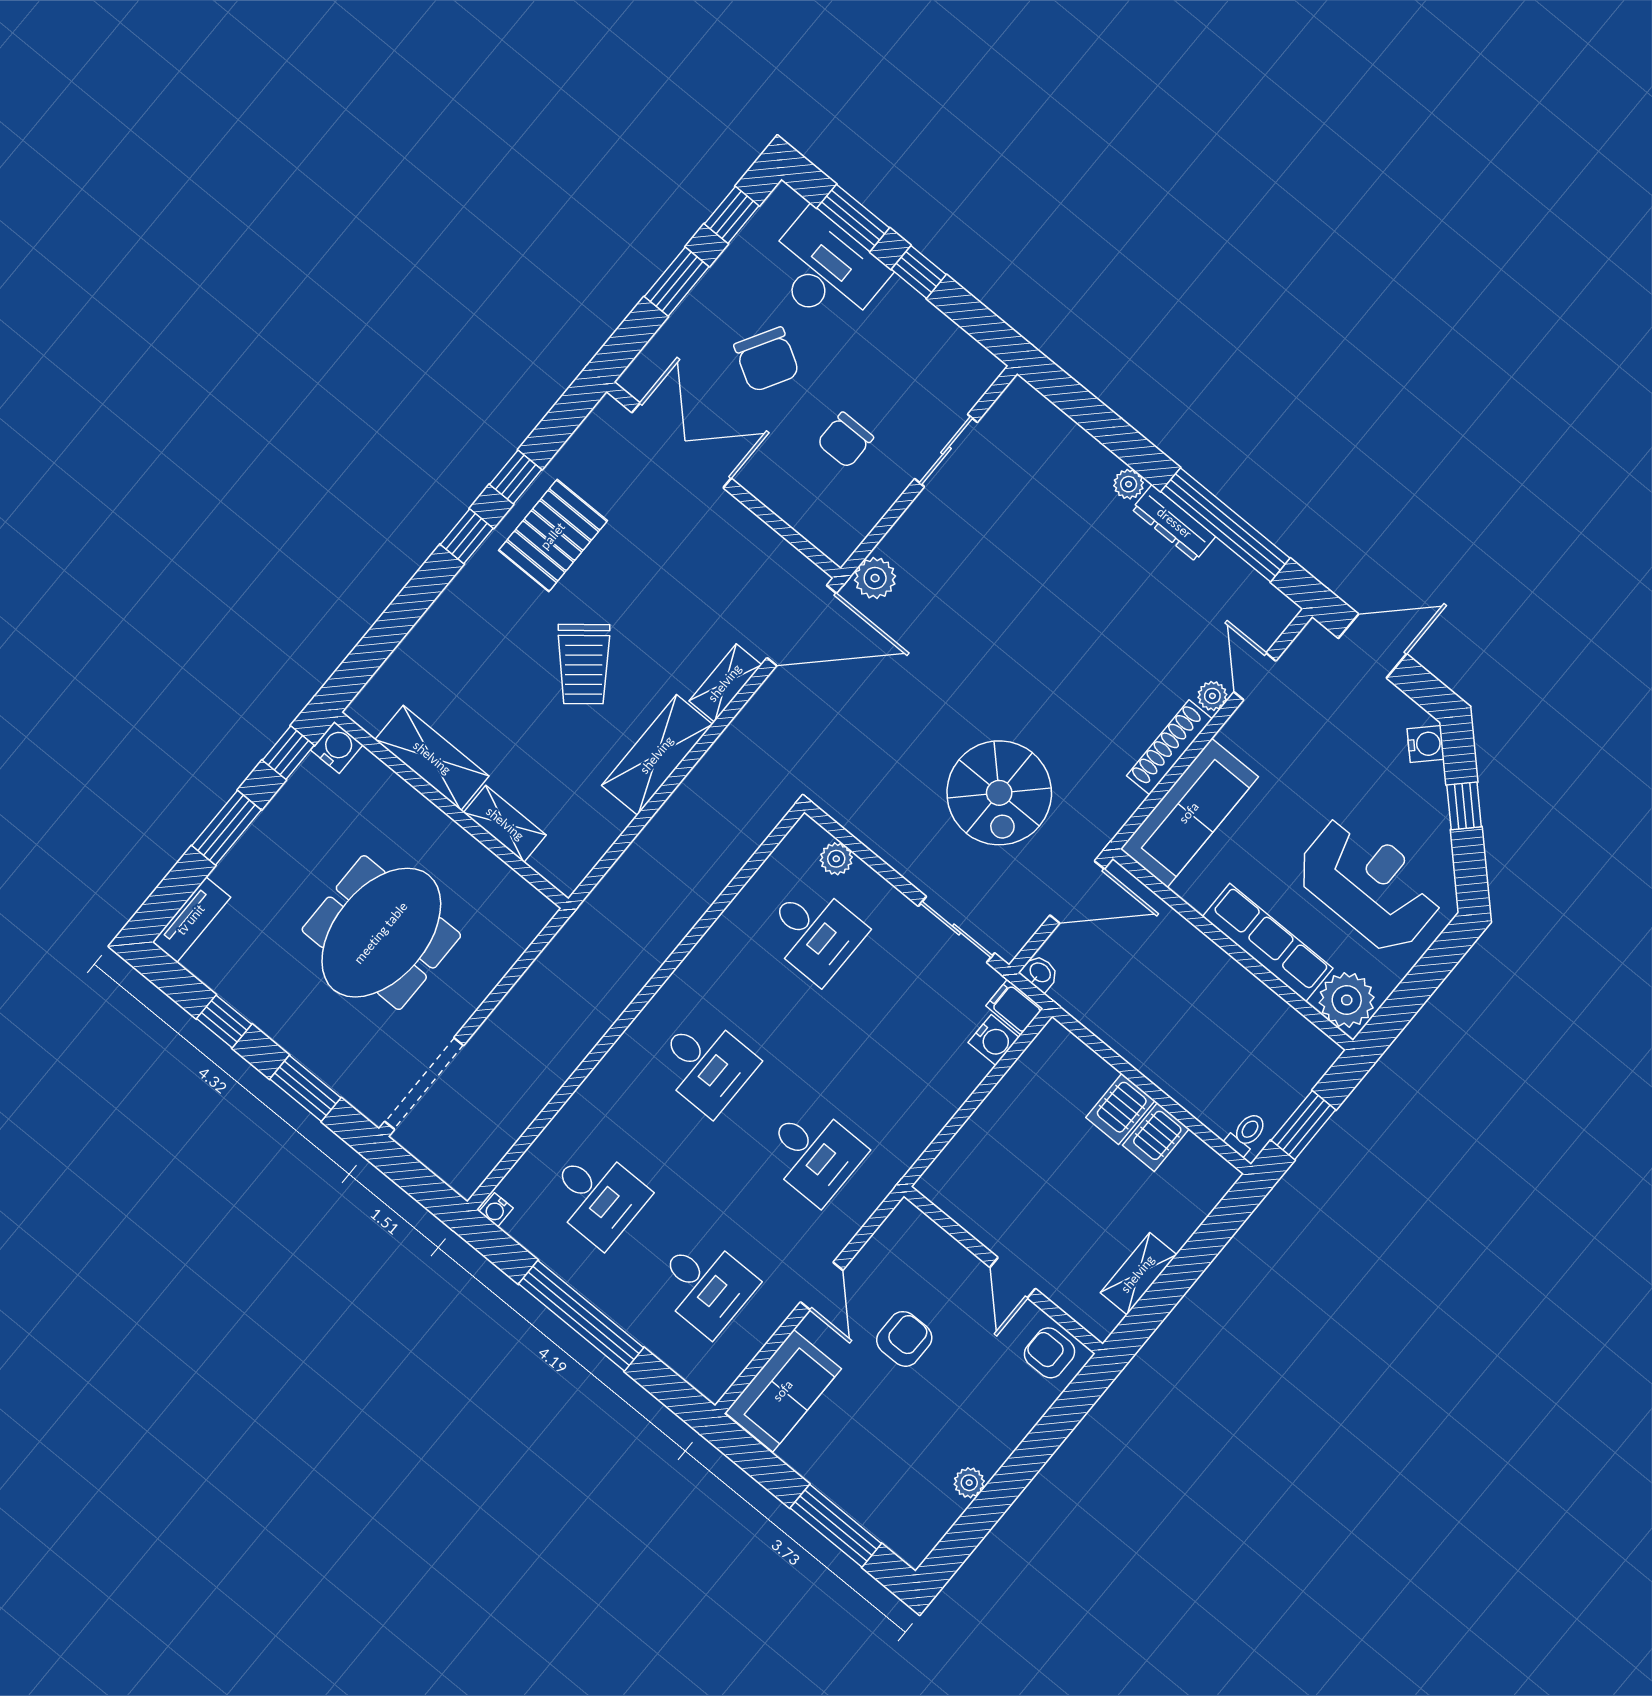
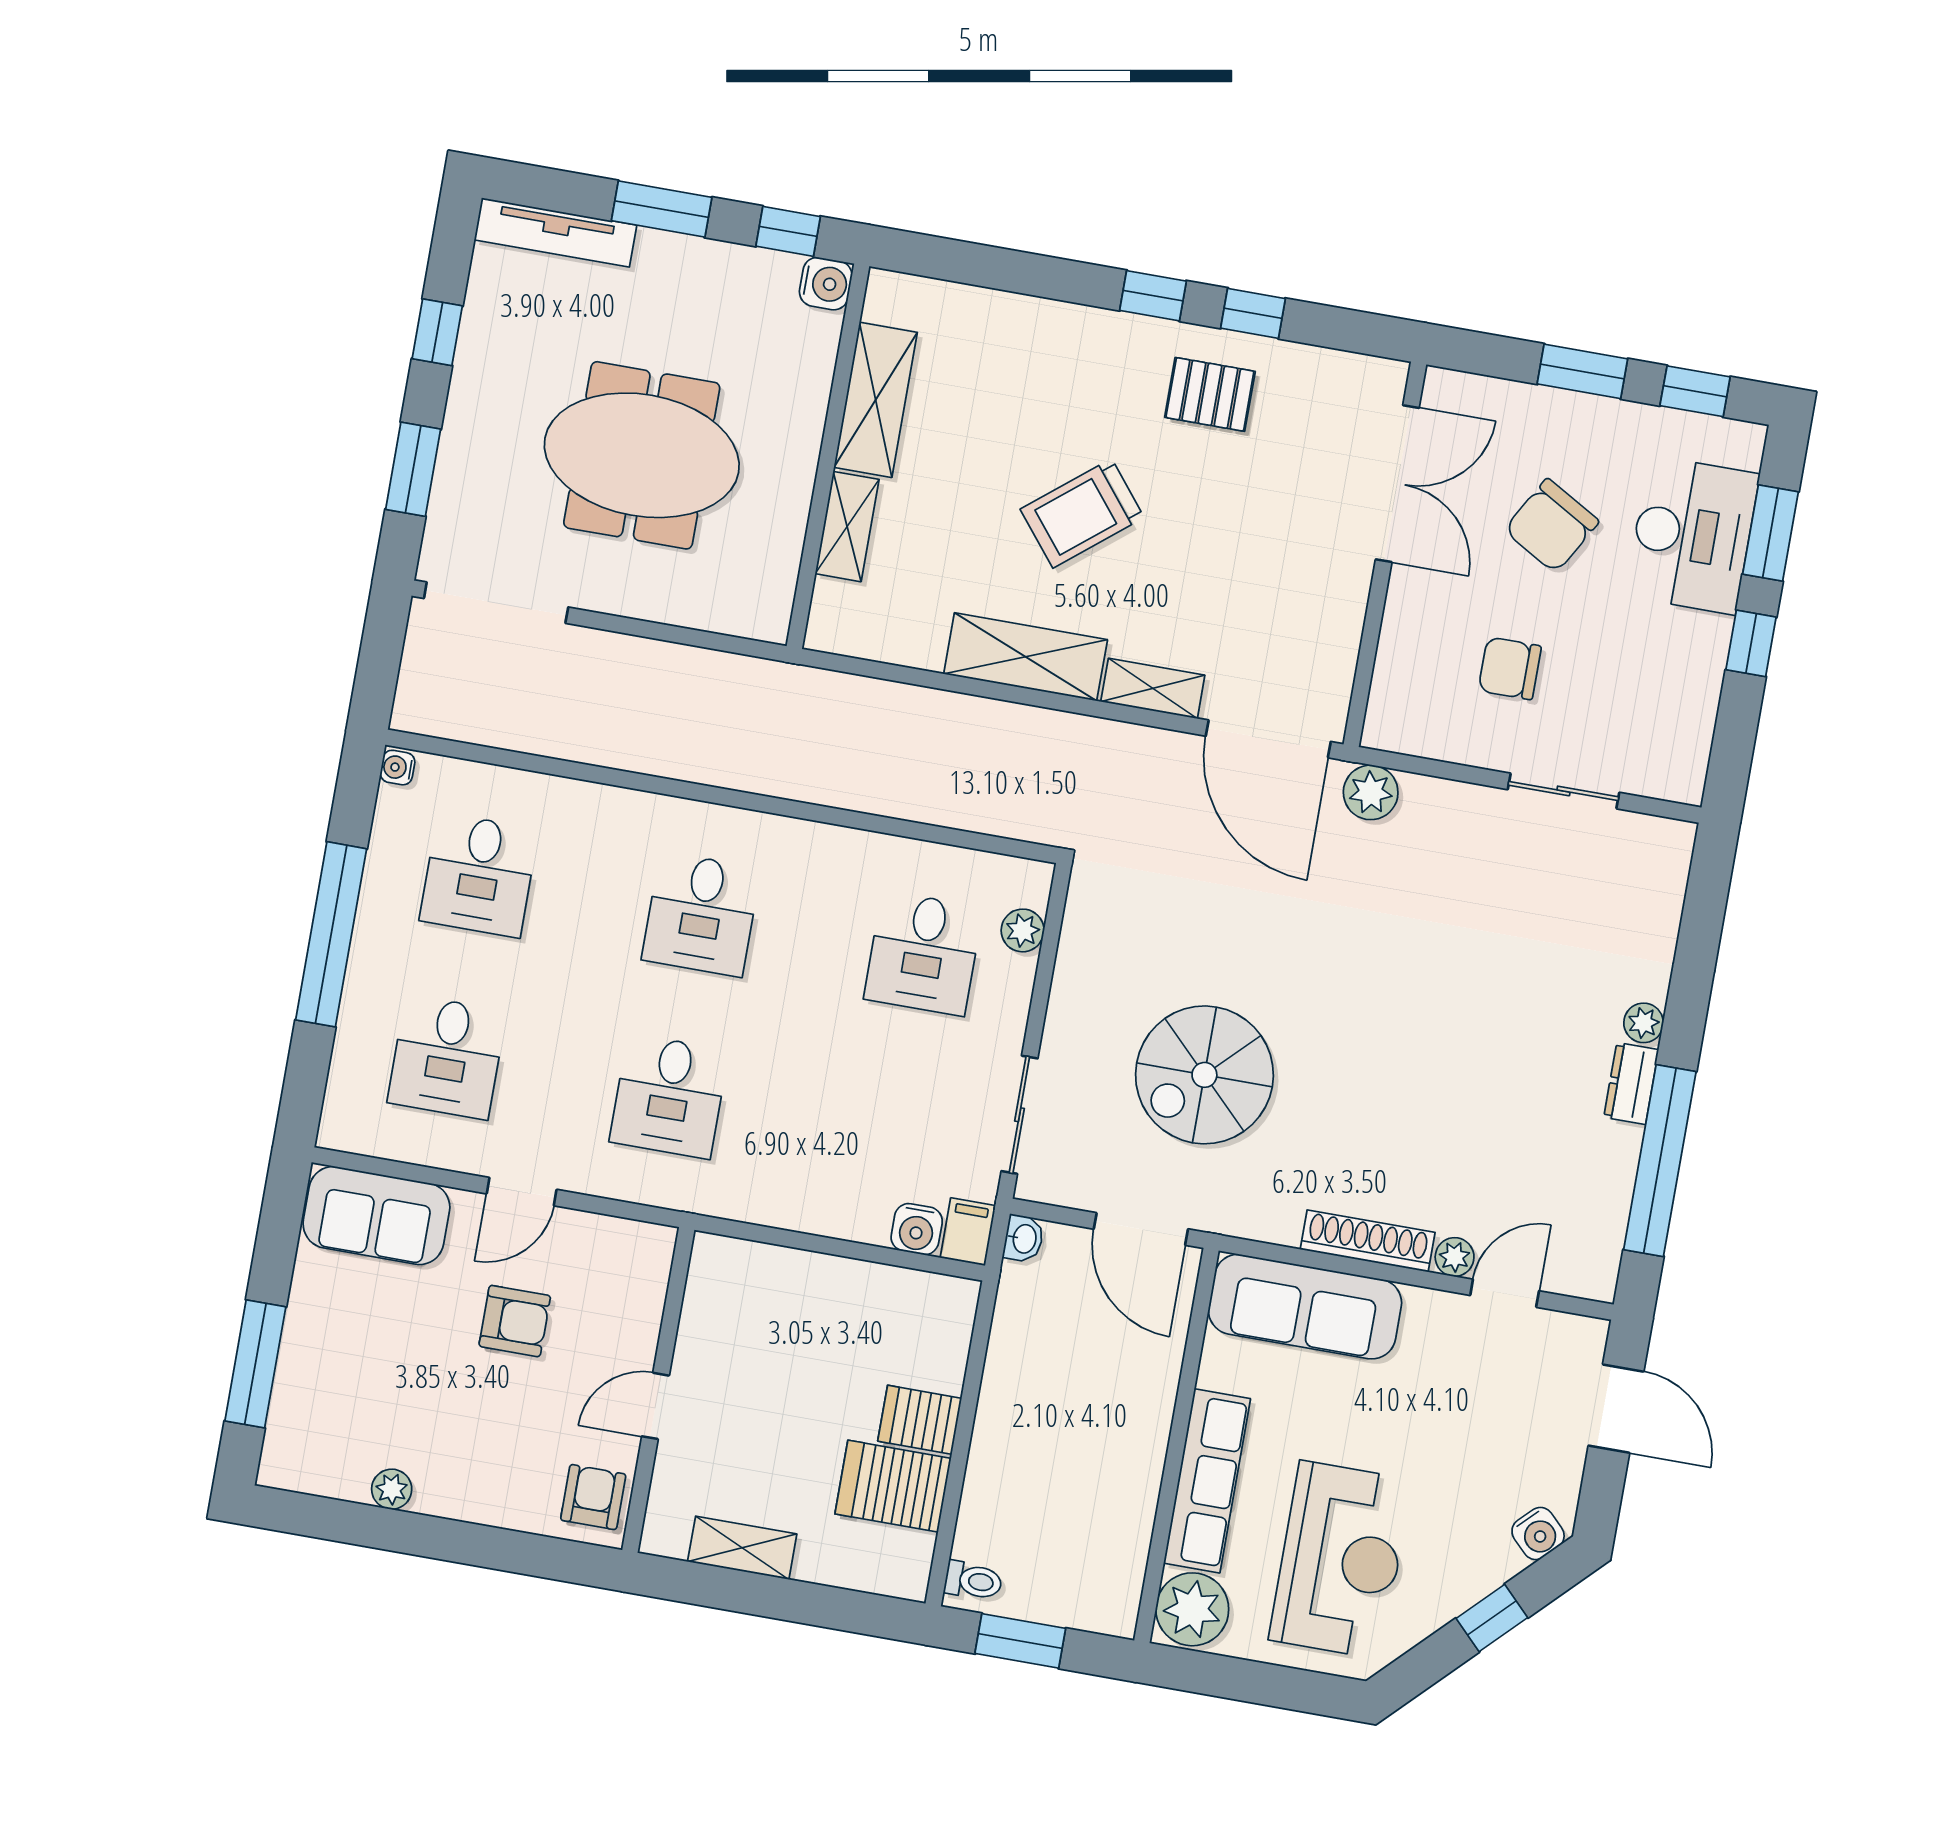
dresser: (1174, 523) -> (1631, 1083), width x0.70
pallet: (553, 536) -> (1210, 394), width x0.67, depth x0.71
tv unit: (191, 920) -> (555, 233), width x1.41
server rack: (1156, 1137) -> (893, 1486), width x1.36, depth x1.44

